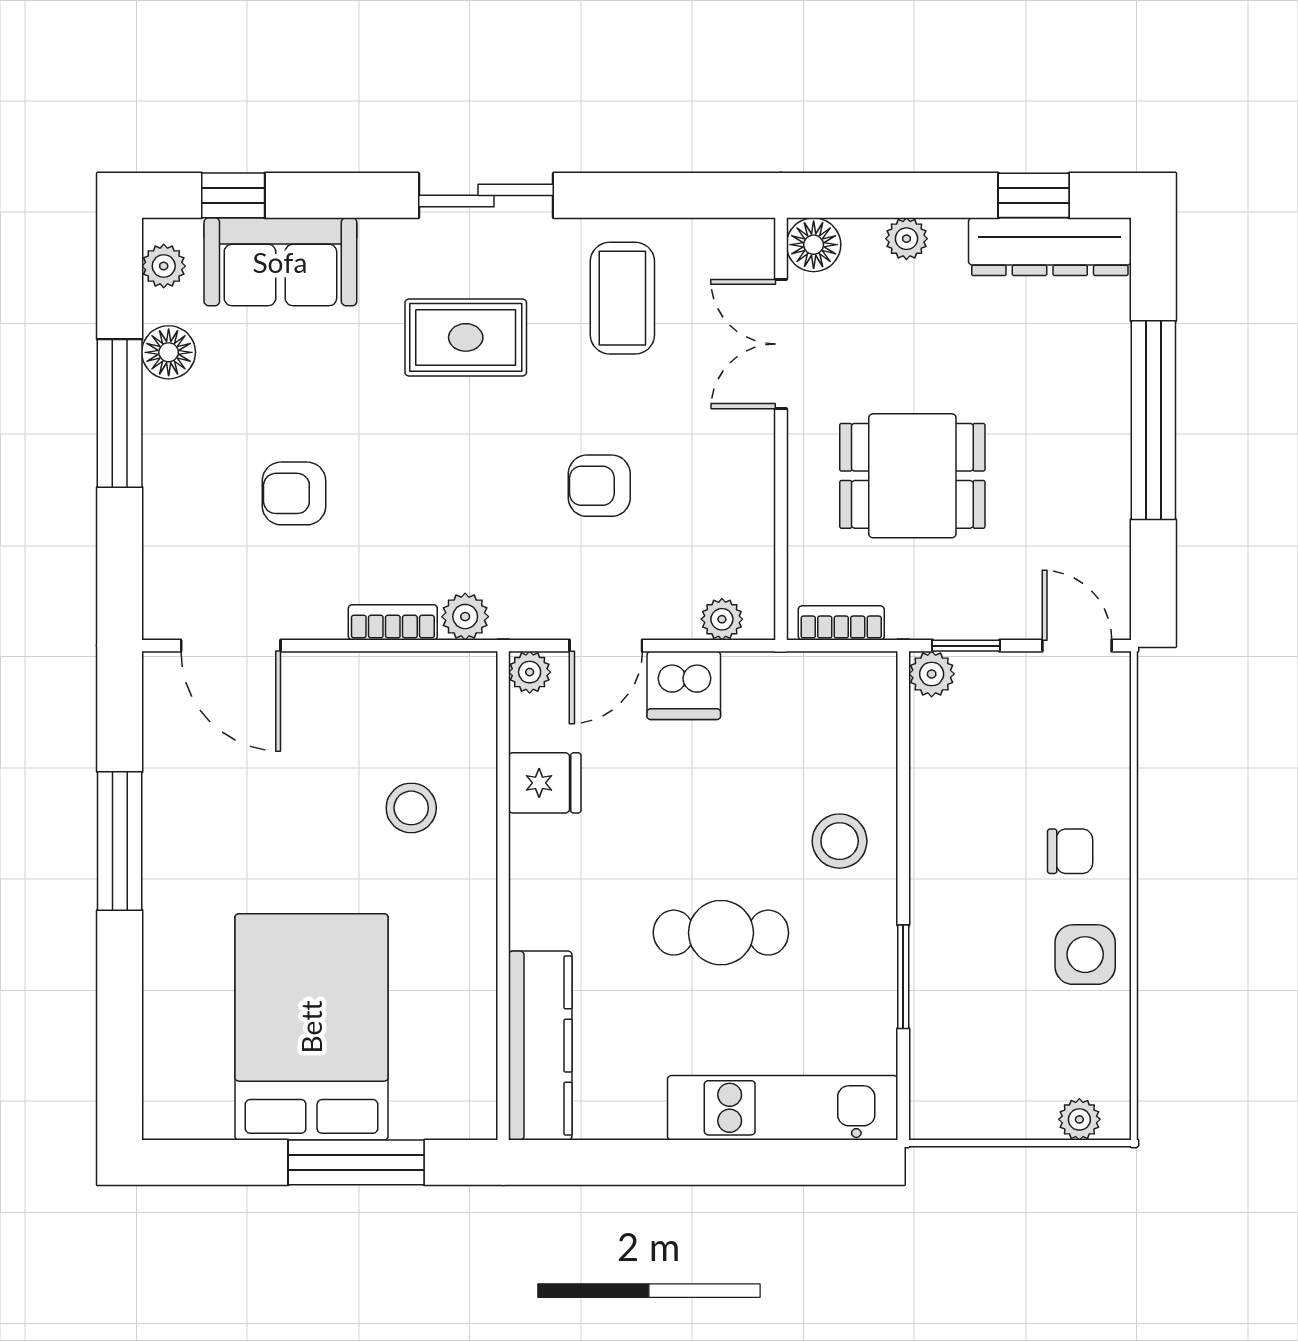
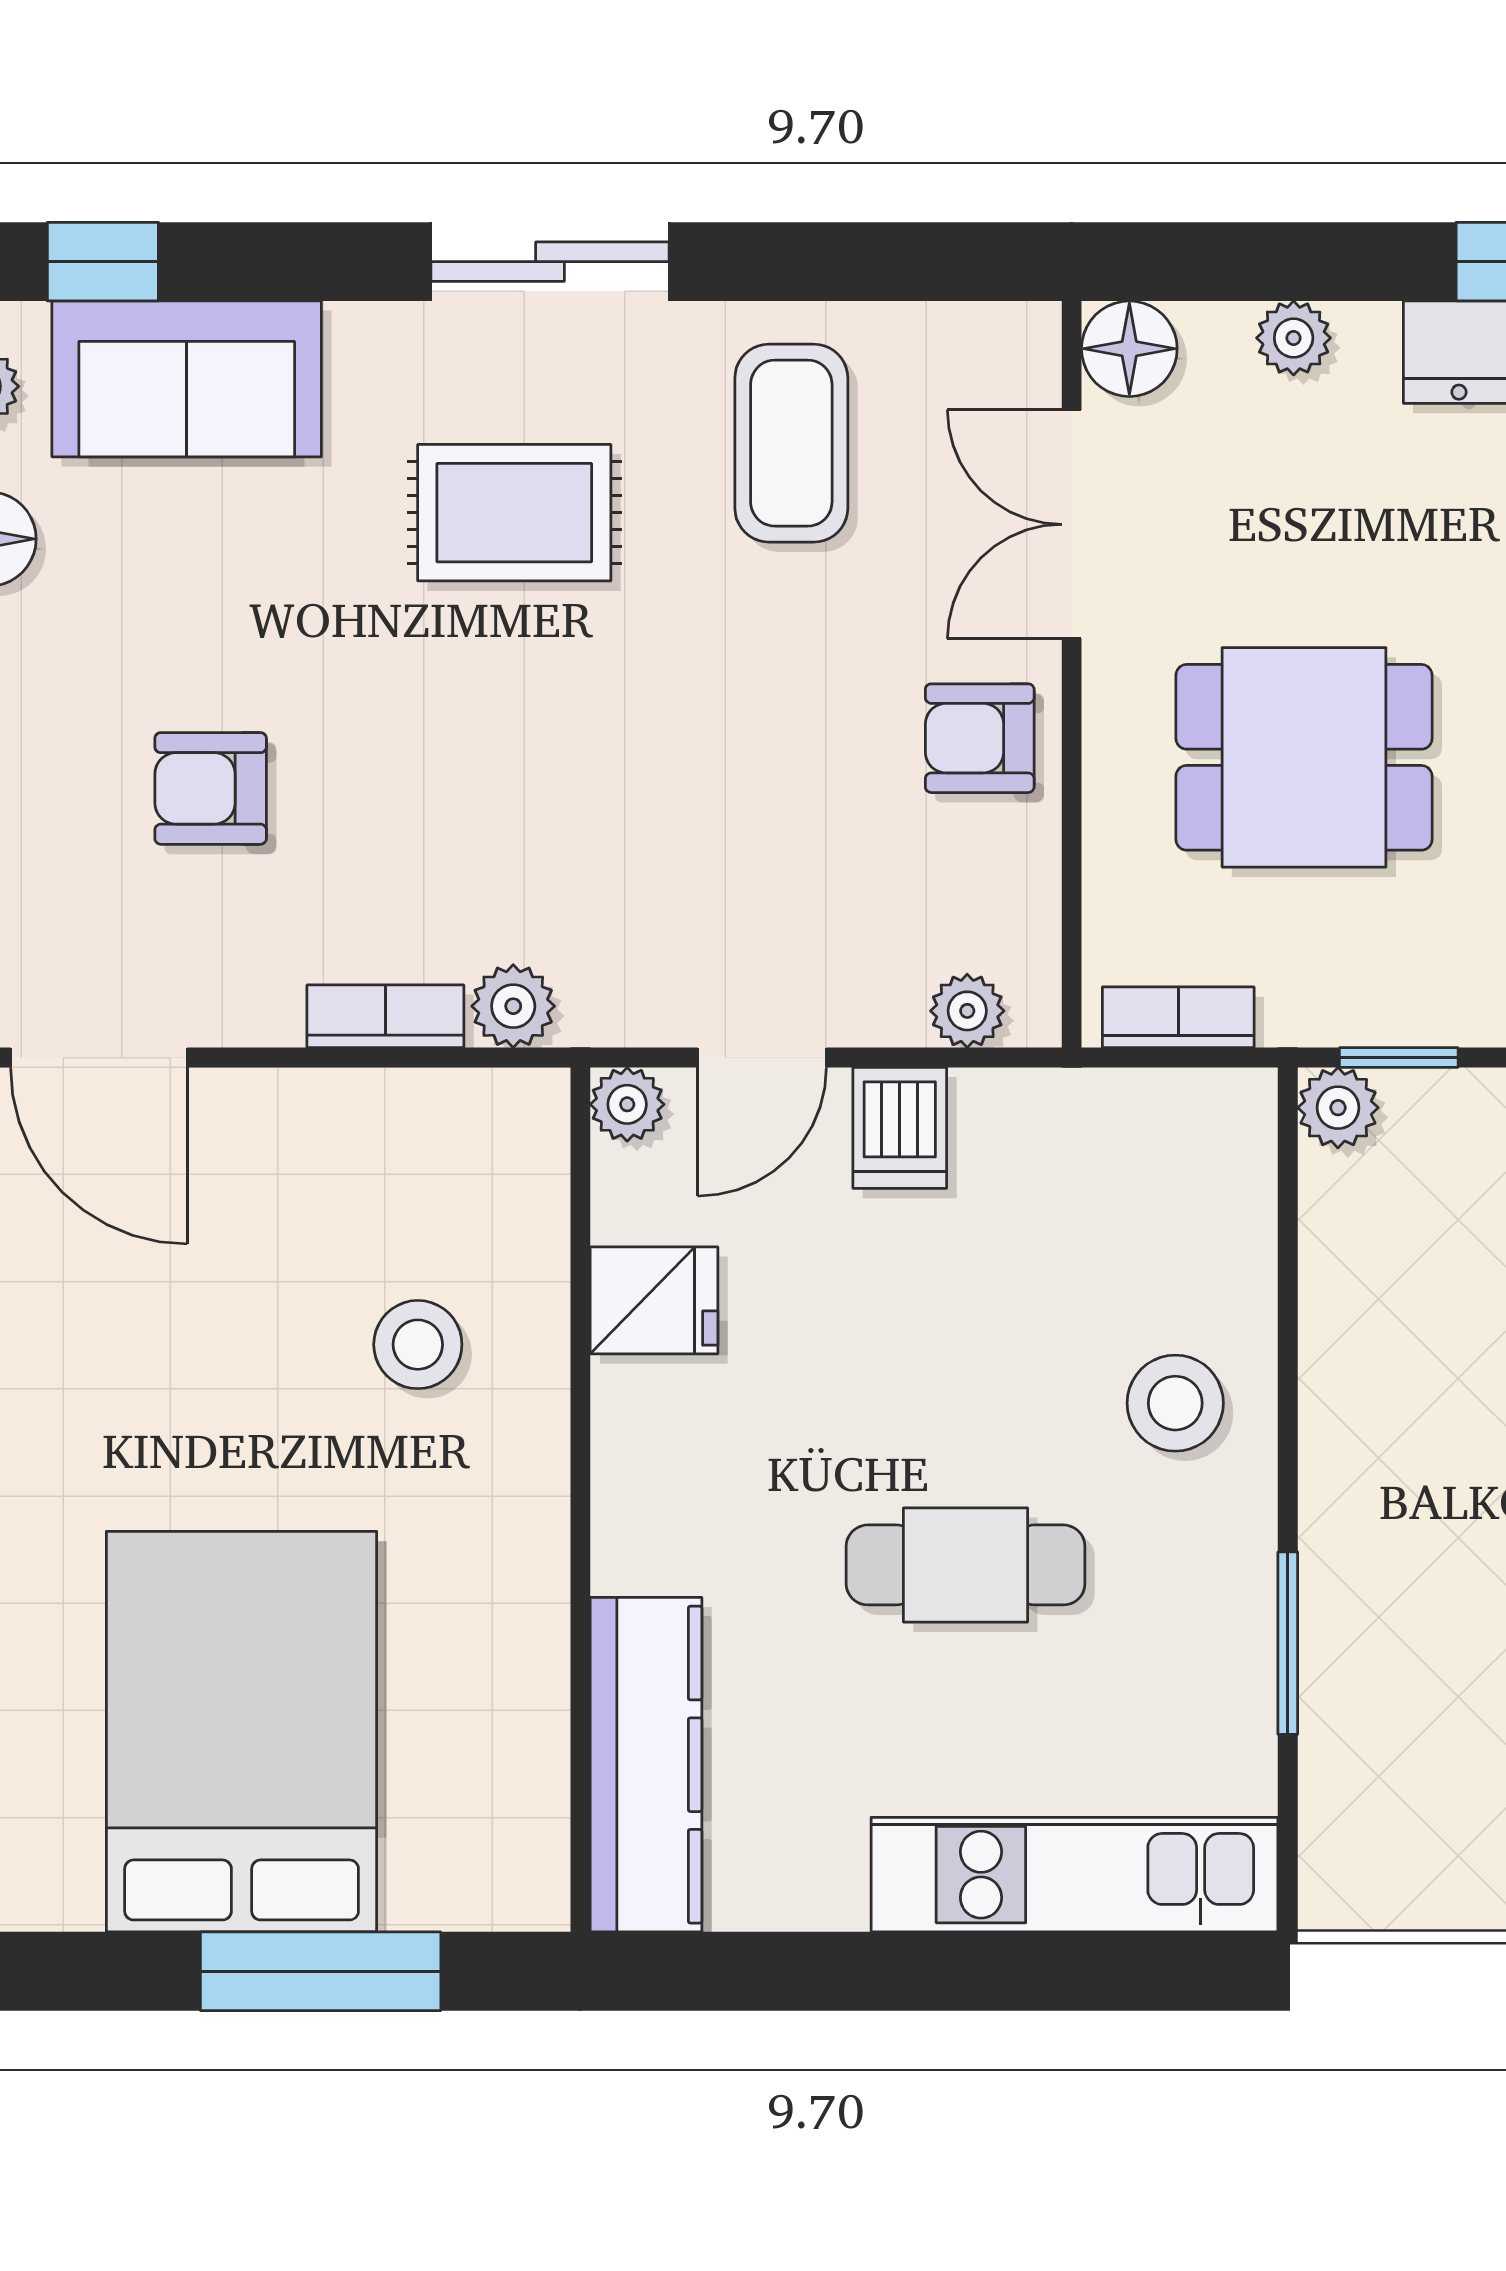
armchair: (599, 486) -> (980, 738), moved
dishwasher: (684, 685) -> (900, 1128), width x0.73

